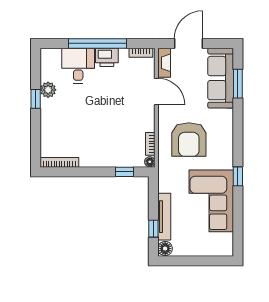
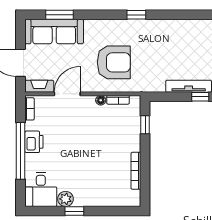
desk: (78, 66) -> (41, 190), moved, turned -90
bookcase: (59, 162) -> (136, 171), moved
floor lamp: (150, 162) -> (101, 100), moved
window: (238, 176) -> (136, 15), moved
corner sofa: (211, 201) -> (173, 41), removed

